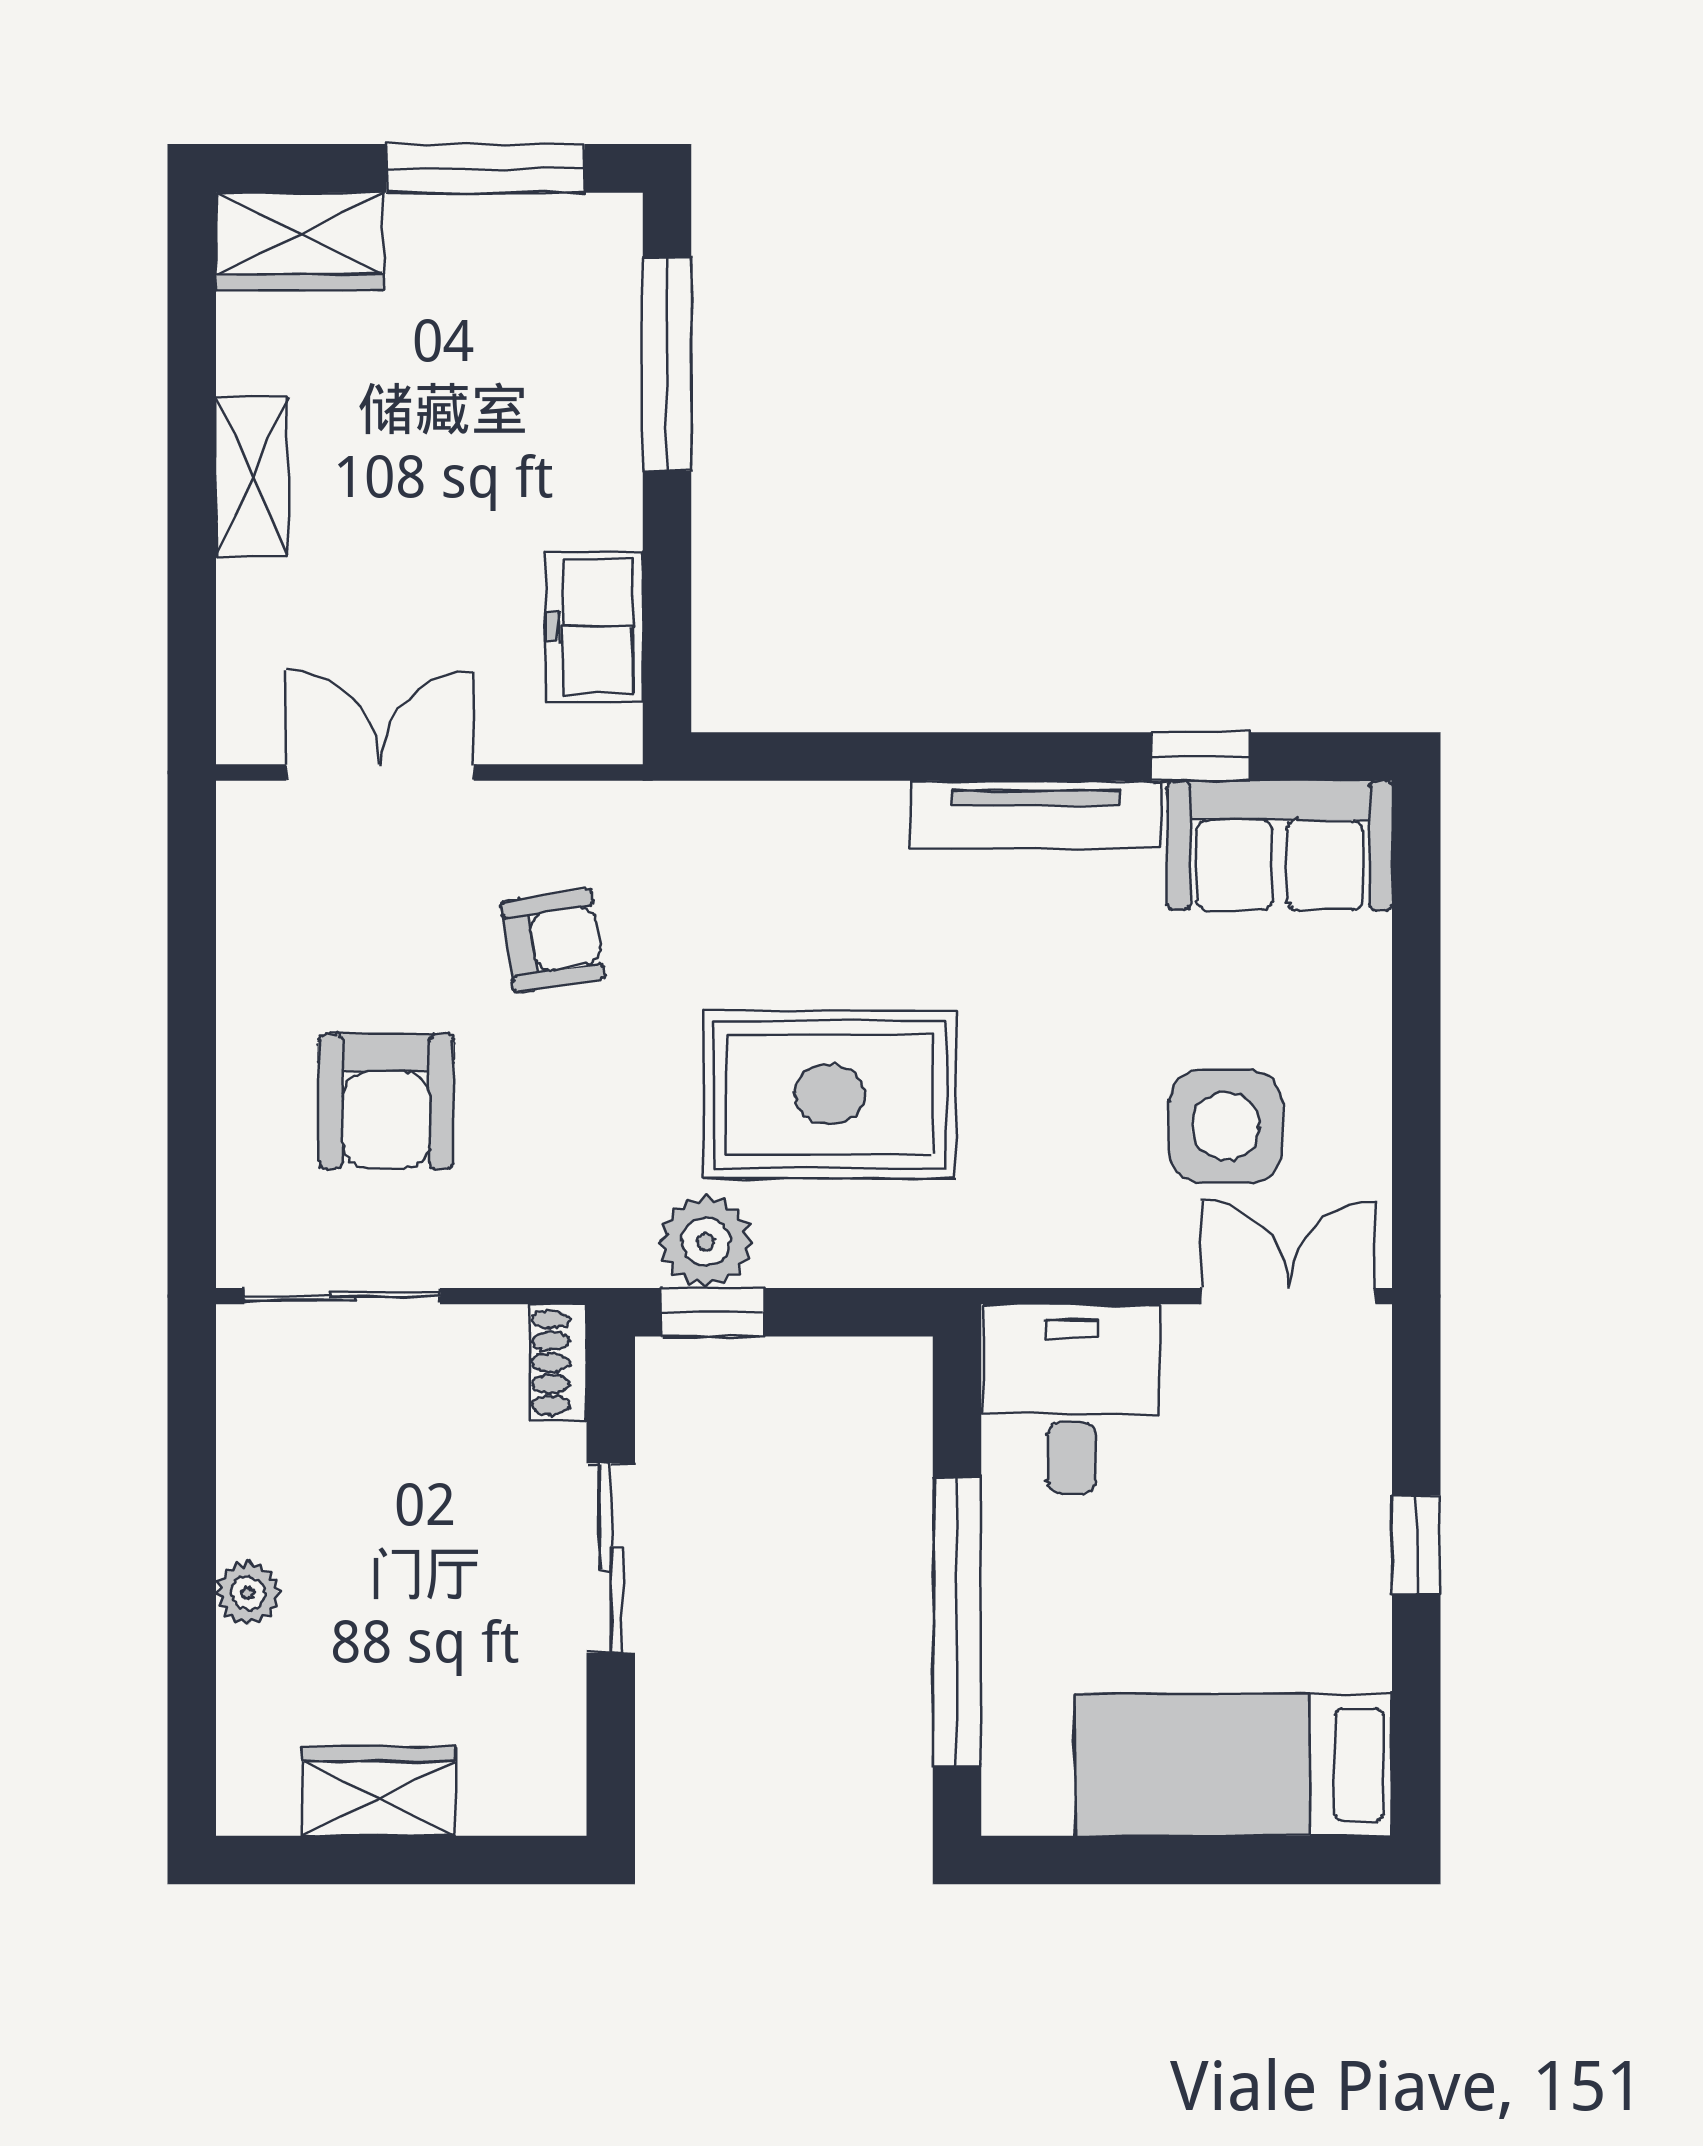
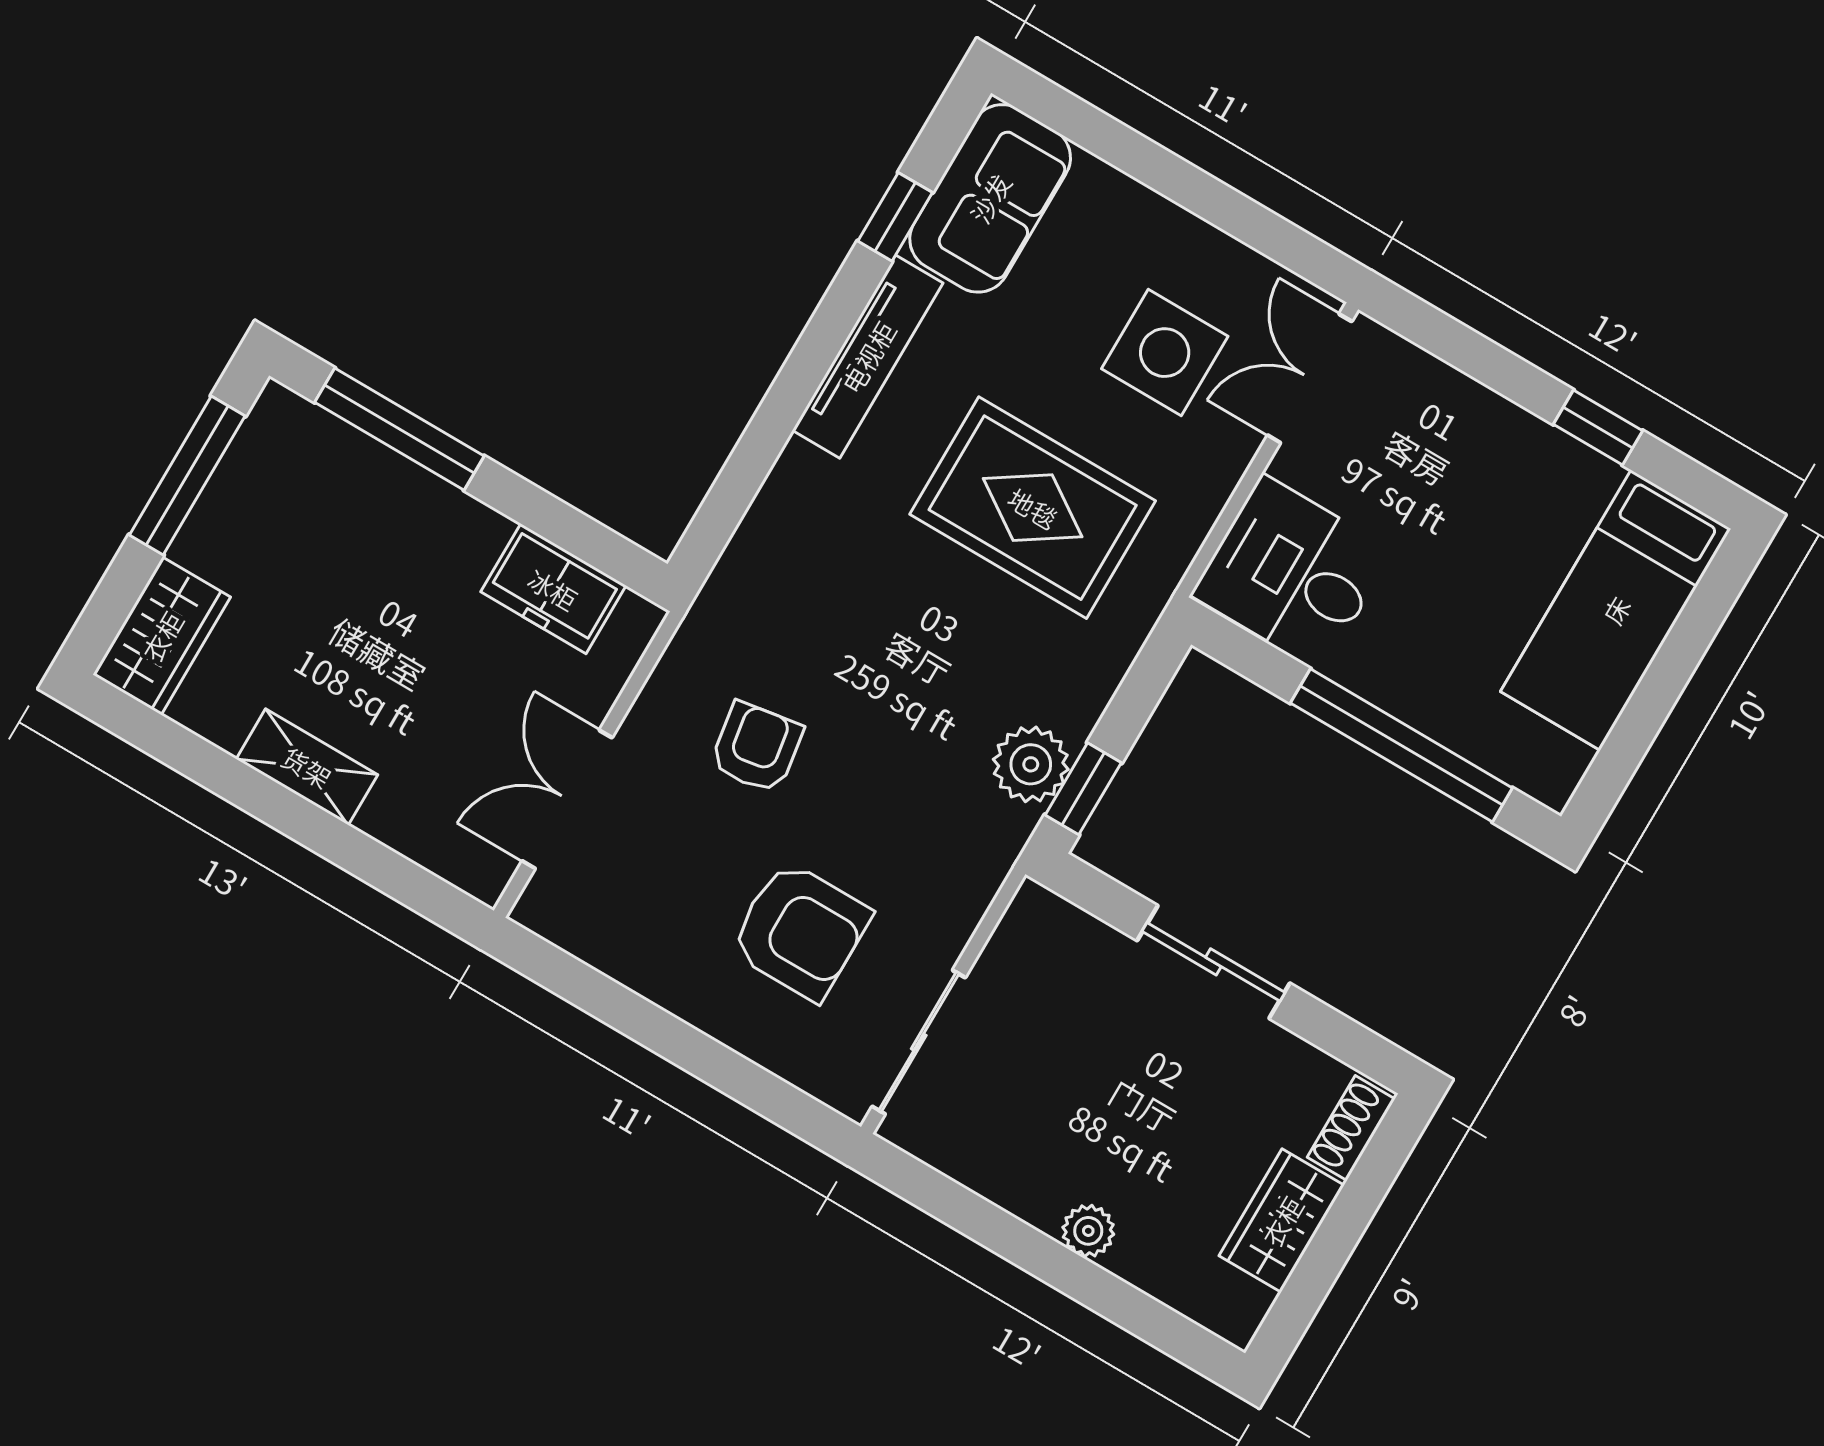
rug: (830, 1094) -> (1033, 508), moved, turned 90
shoe rack: (558, 1363) -> (1351, 1128), moved, turned 90
window: (1416, 1545) -> (1598, 428), moved

